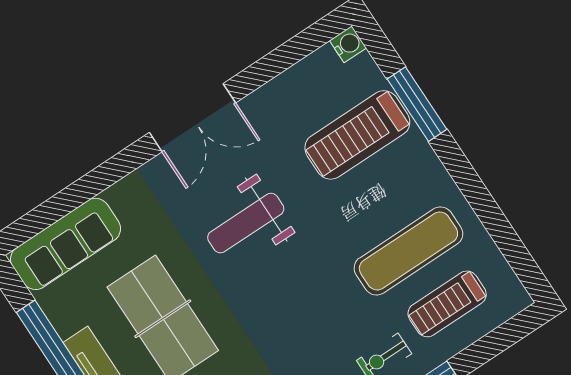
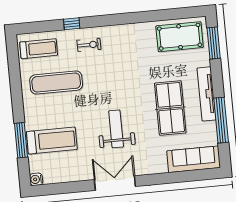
weight bench: (246, 223) -> (116, 129), turned -90
treadmill: (447, 304) -> (39, 49), moved

